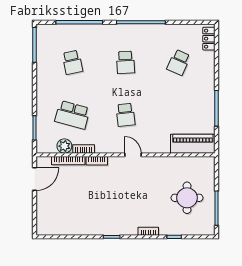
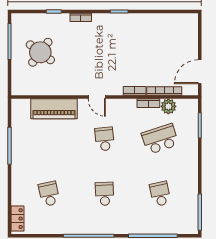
school desk: (179, 62) -> (49, 194), turned -36
school desk: (72, 115) -> (160, 139), turned -33
piano: (193, 144) -> (54, 109), moved
round table: (187, 198) -> (40, 52), turned 37

